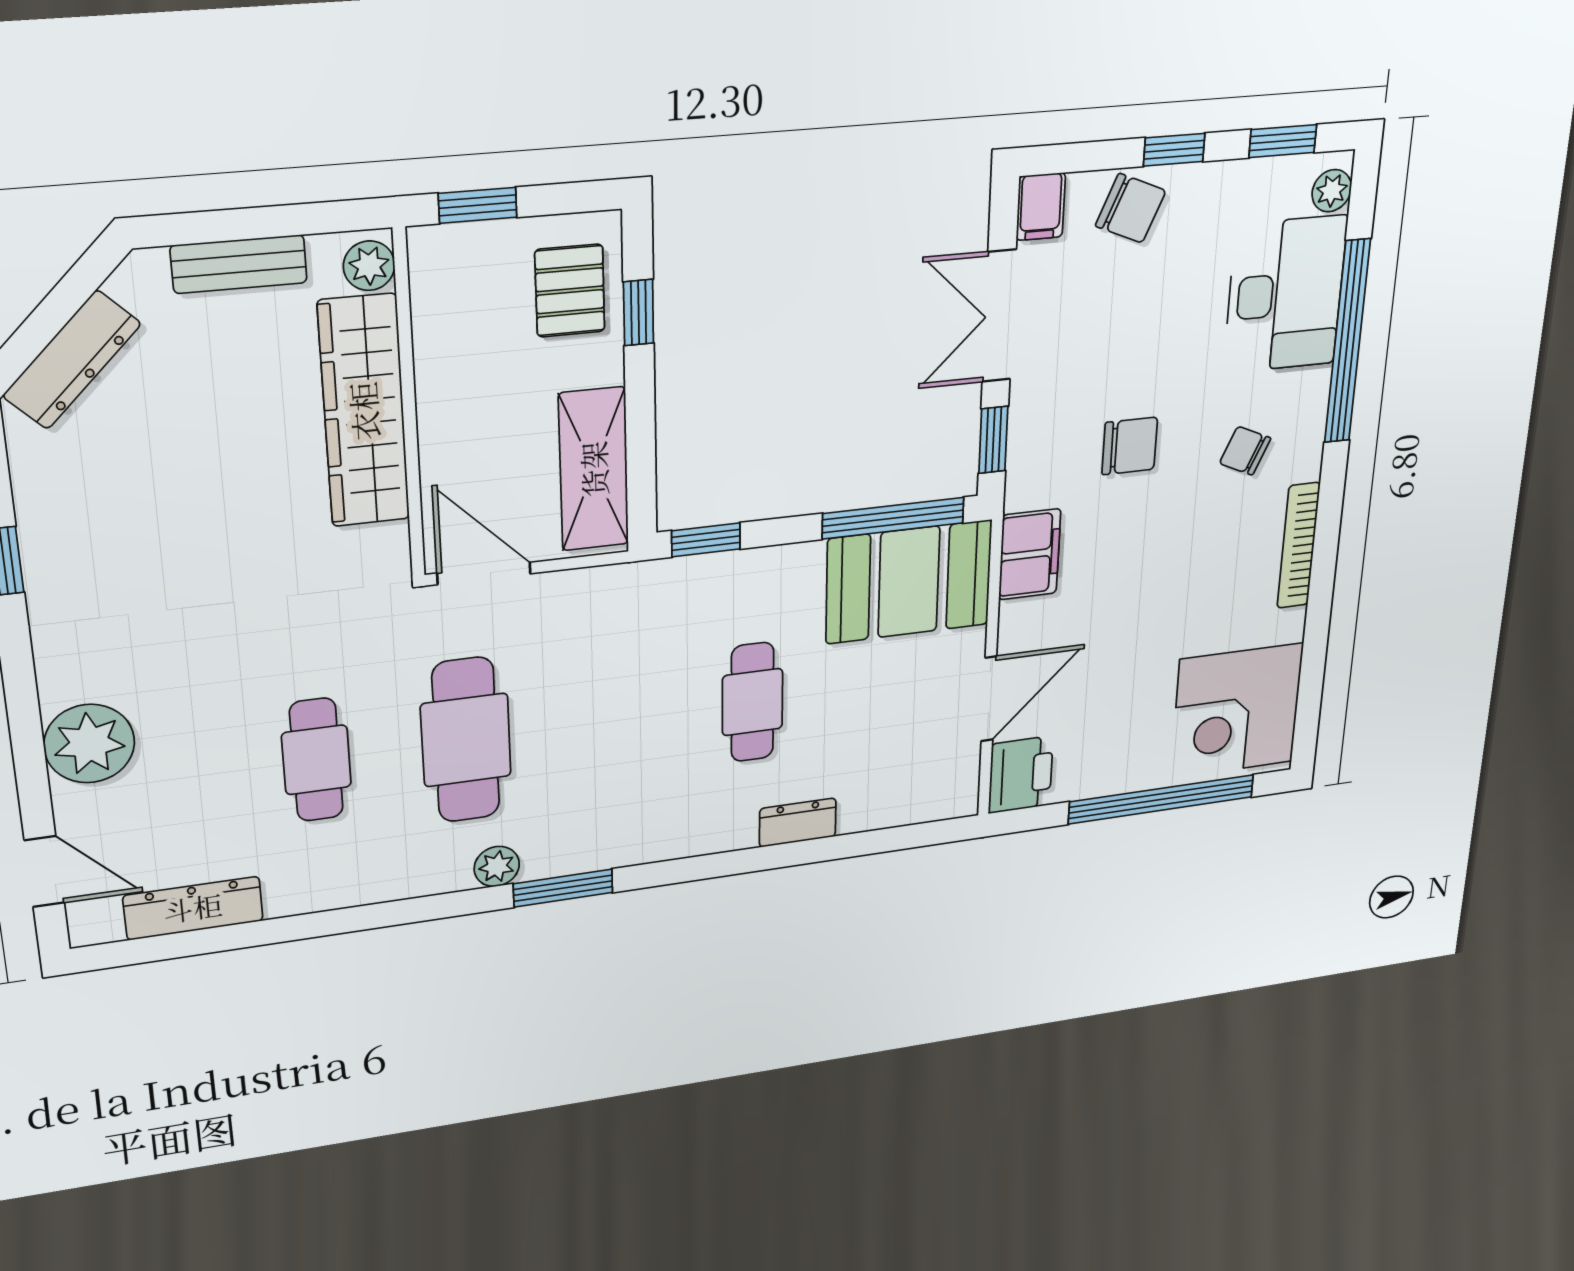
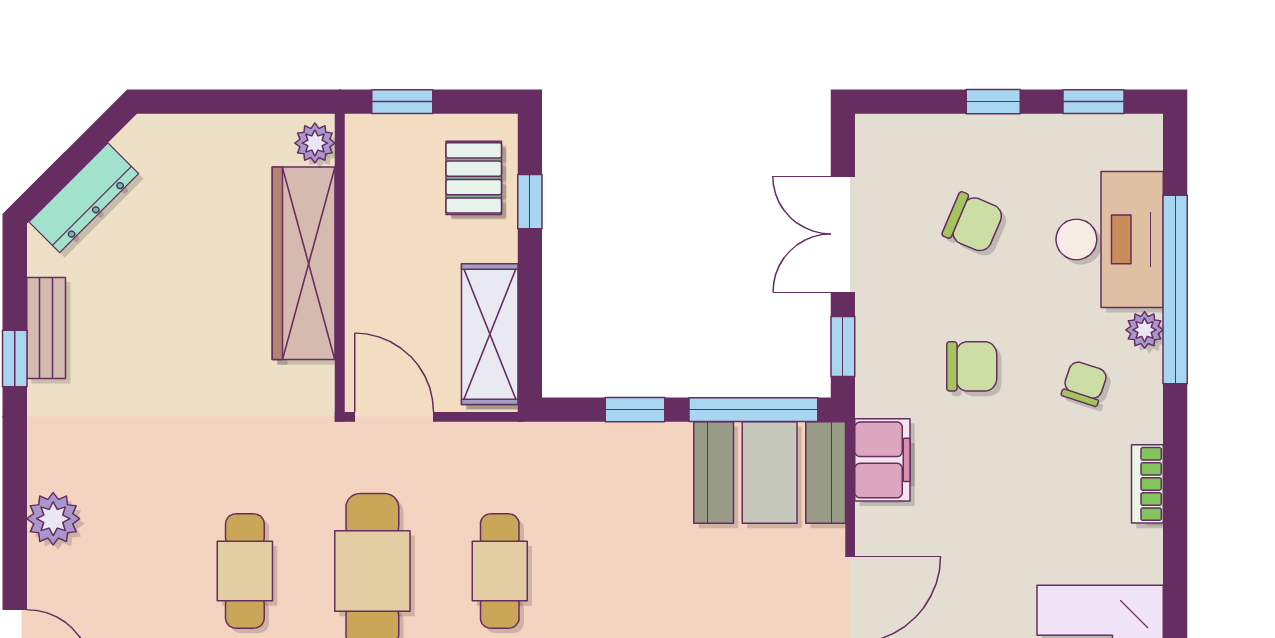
plant: (1332, 191) -> (1145, 330), moved
filing cabinet: (1041, 207) -> (876, 141), removed
chair: (1131, 208) -> (973, 223), moved
bench: (239, 264) -> (46, 328), moved, turned 90
chair: (1245, 451) -> (1084, 383), turned 84
window: (706, 540) -> (635, 410), moved
bookcase: (1299, 546) -> (1147, 484), width x0.64
cafe table: (752, 702) -> (500, 571), moved
plant: (89, 744) -> (53, 519), width x0.73, depth x0.73

